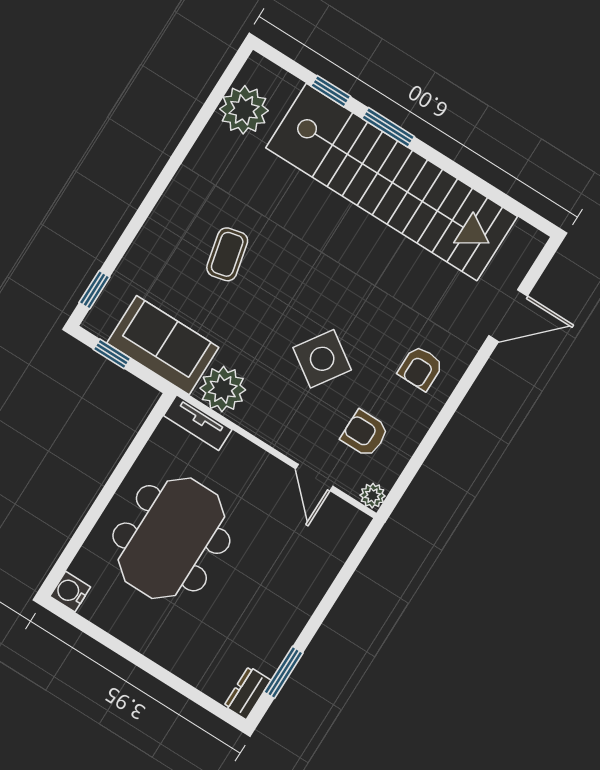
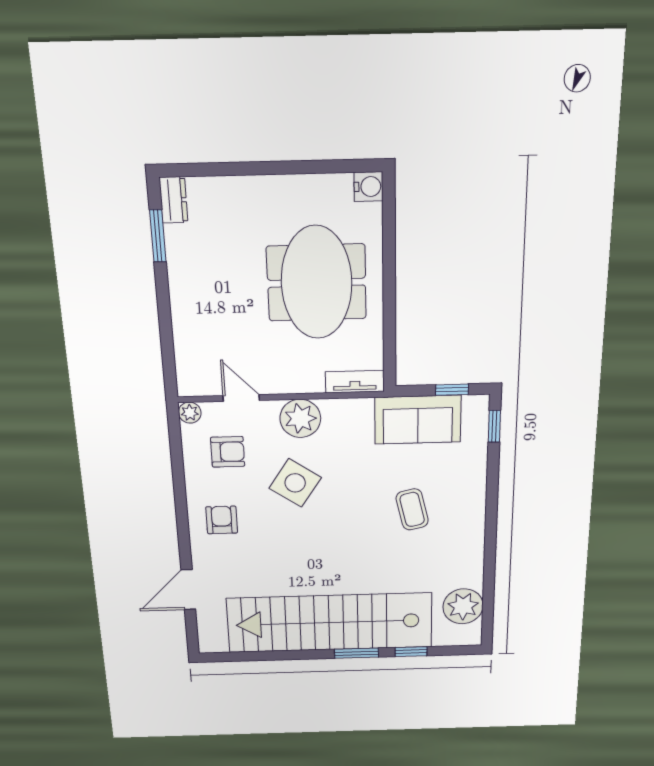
plant: (223, 389) -> (300, 418), moved

